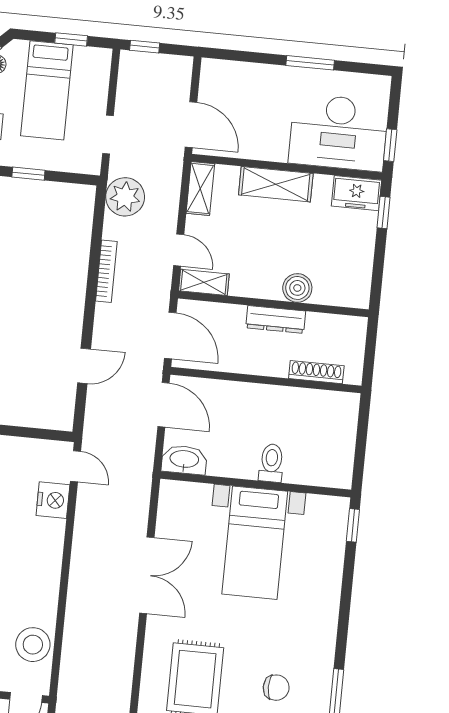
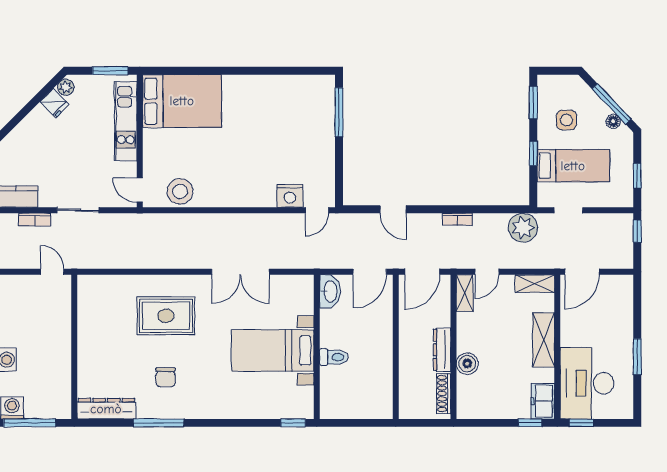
bed: (47, 90) -> (573, 166), moved, turned 180
bookcase: (106, 271) -> (457, 219), width x0.64
shoe rack: (316, 372) -> (444, 394), moved, turned 180

